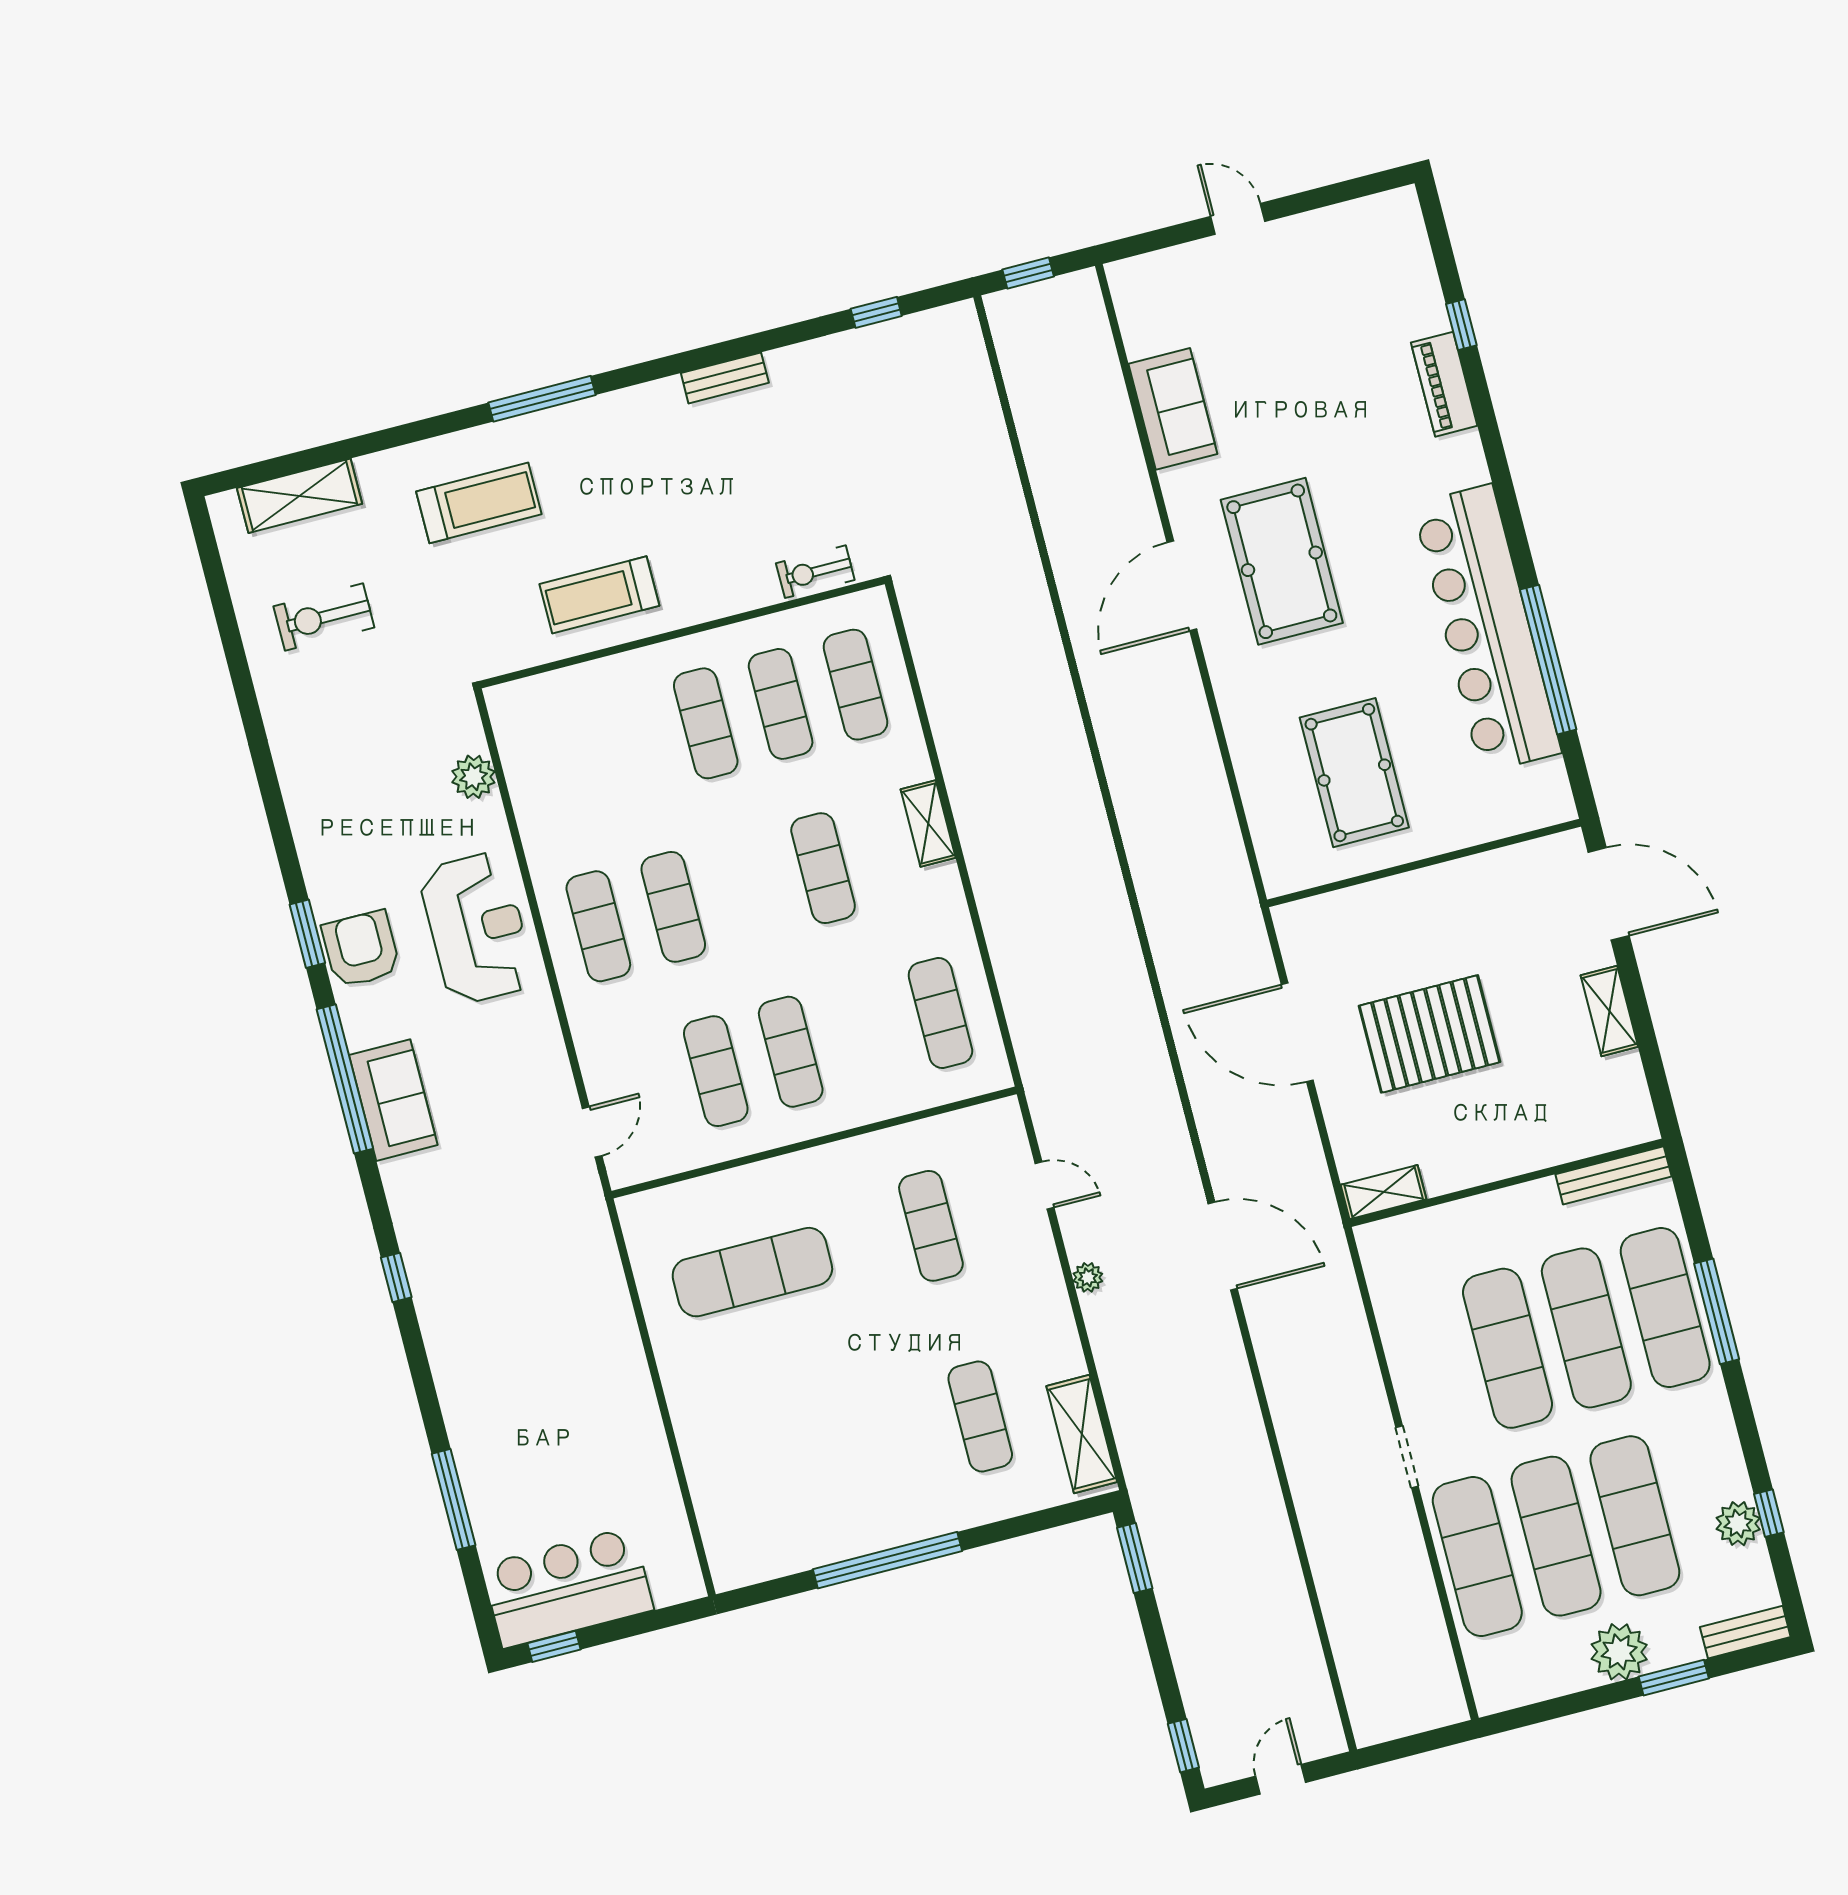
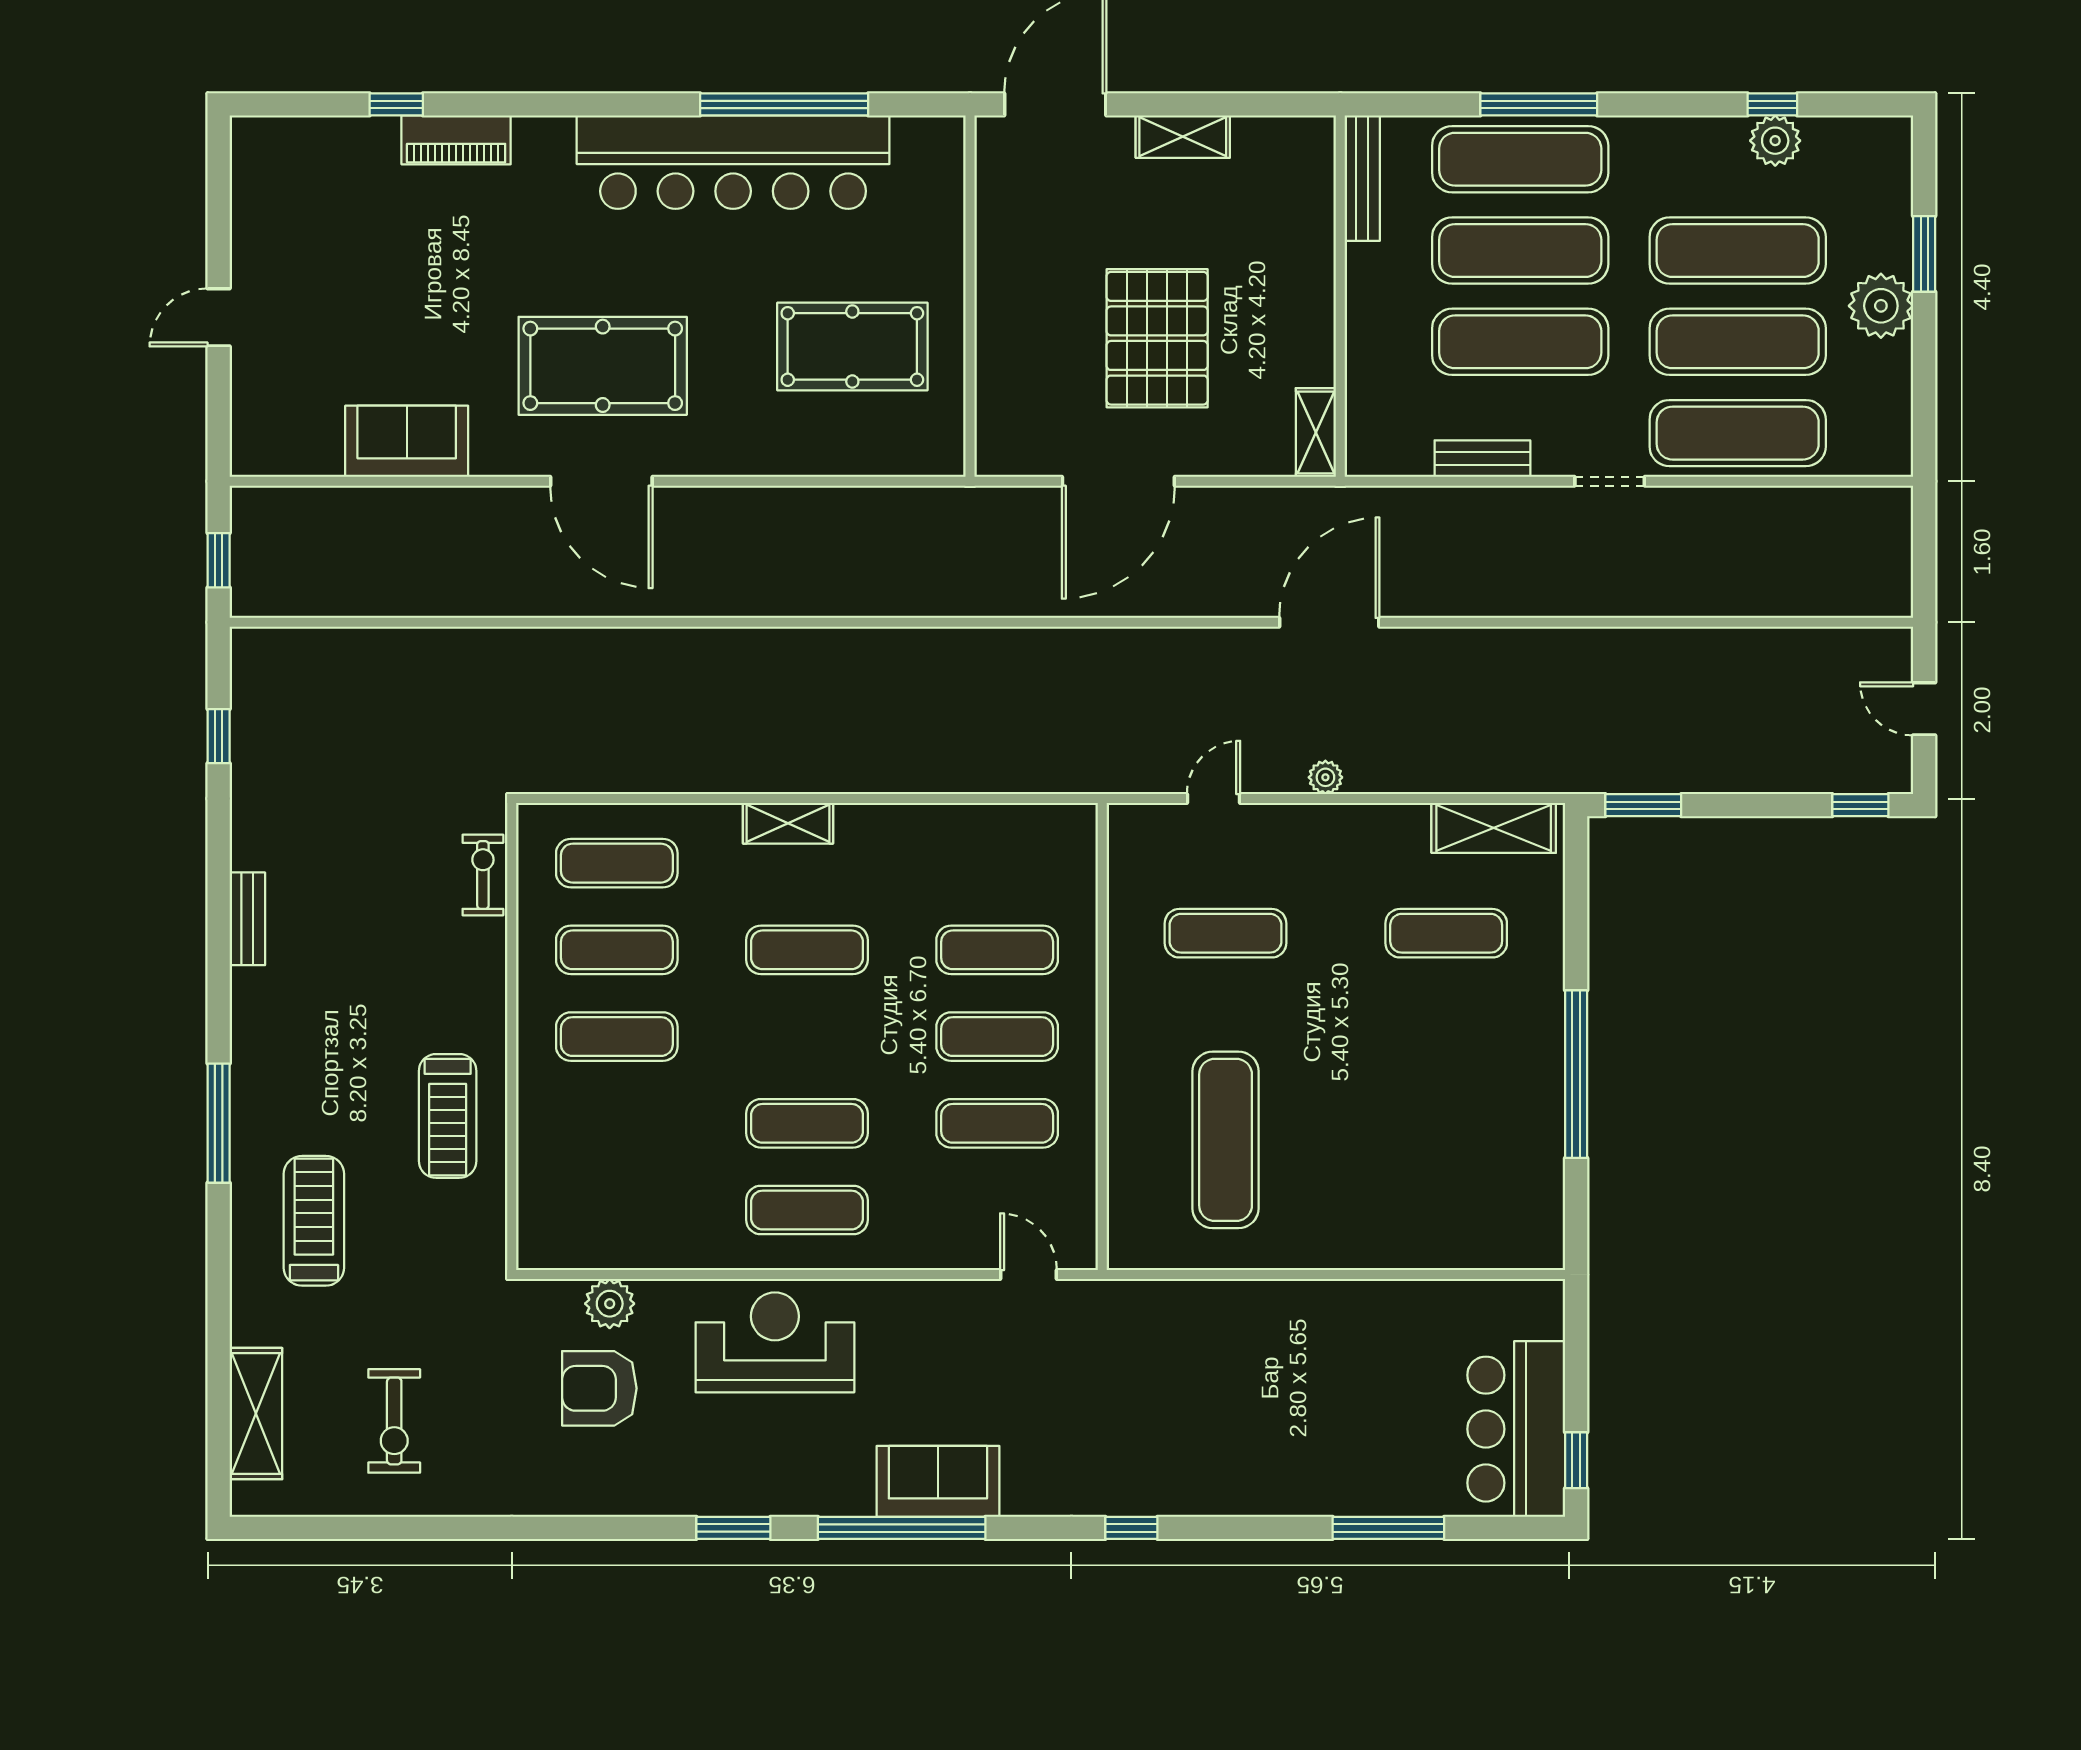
exercise bike: (815, 572) -> (483, 875), turned 180
armchair: (361, 949) -> (599, 1388), moved
exercise mat: (940, 1013) -> (997, 950), moved
bench: (1745, 1632) -> (1482, 459), moved, turned 90

